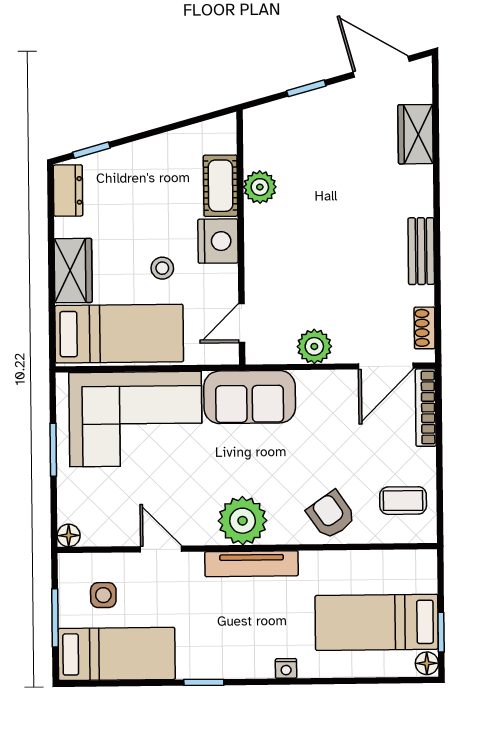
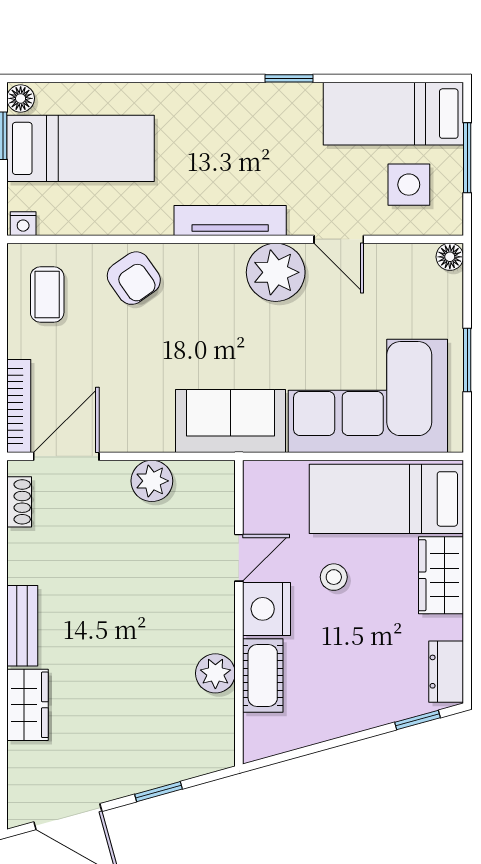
wardrobe: (416, 134) -> (28, 705), moved
bench: (421, 251) -> (22, 626), moved
door: (242, 323) -> (239, 558), moved
coffee table: (403, 501) -> (47, 295), turned 90
plant: (243, 521) -> (276, 272), moved
side table: (103, 595) -> (409, 185), width x1.37, depth x1.37
nightstand: (286, 668) -> (23, 224), moved, turned 180

